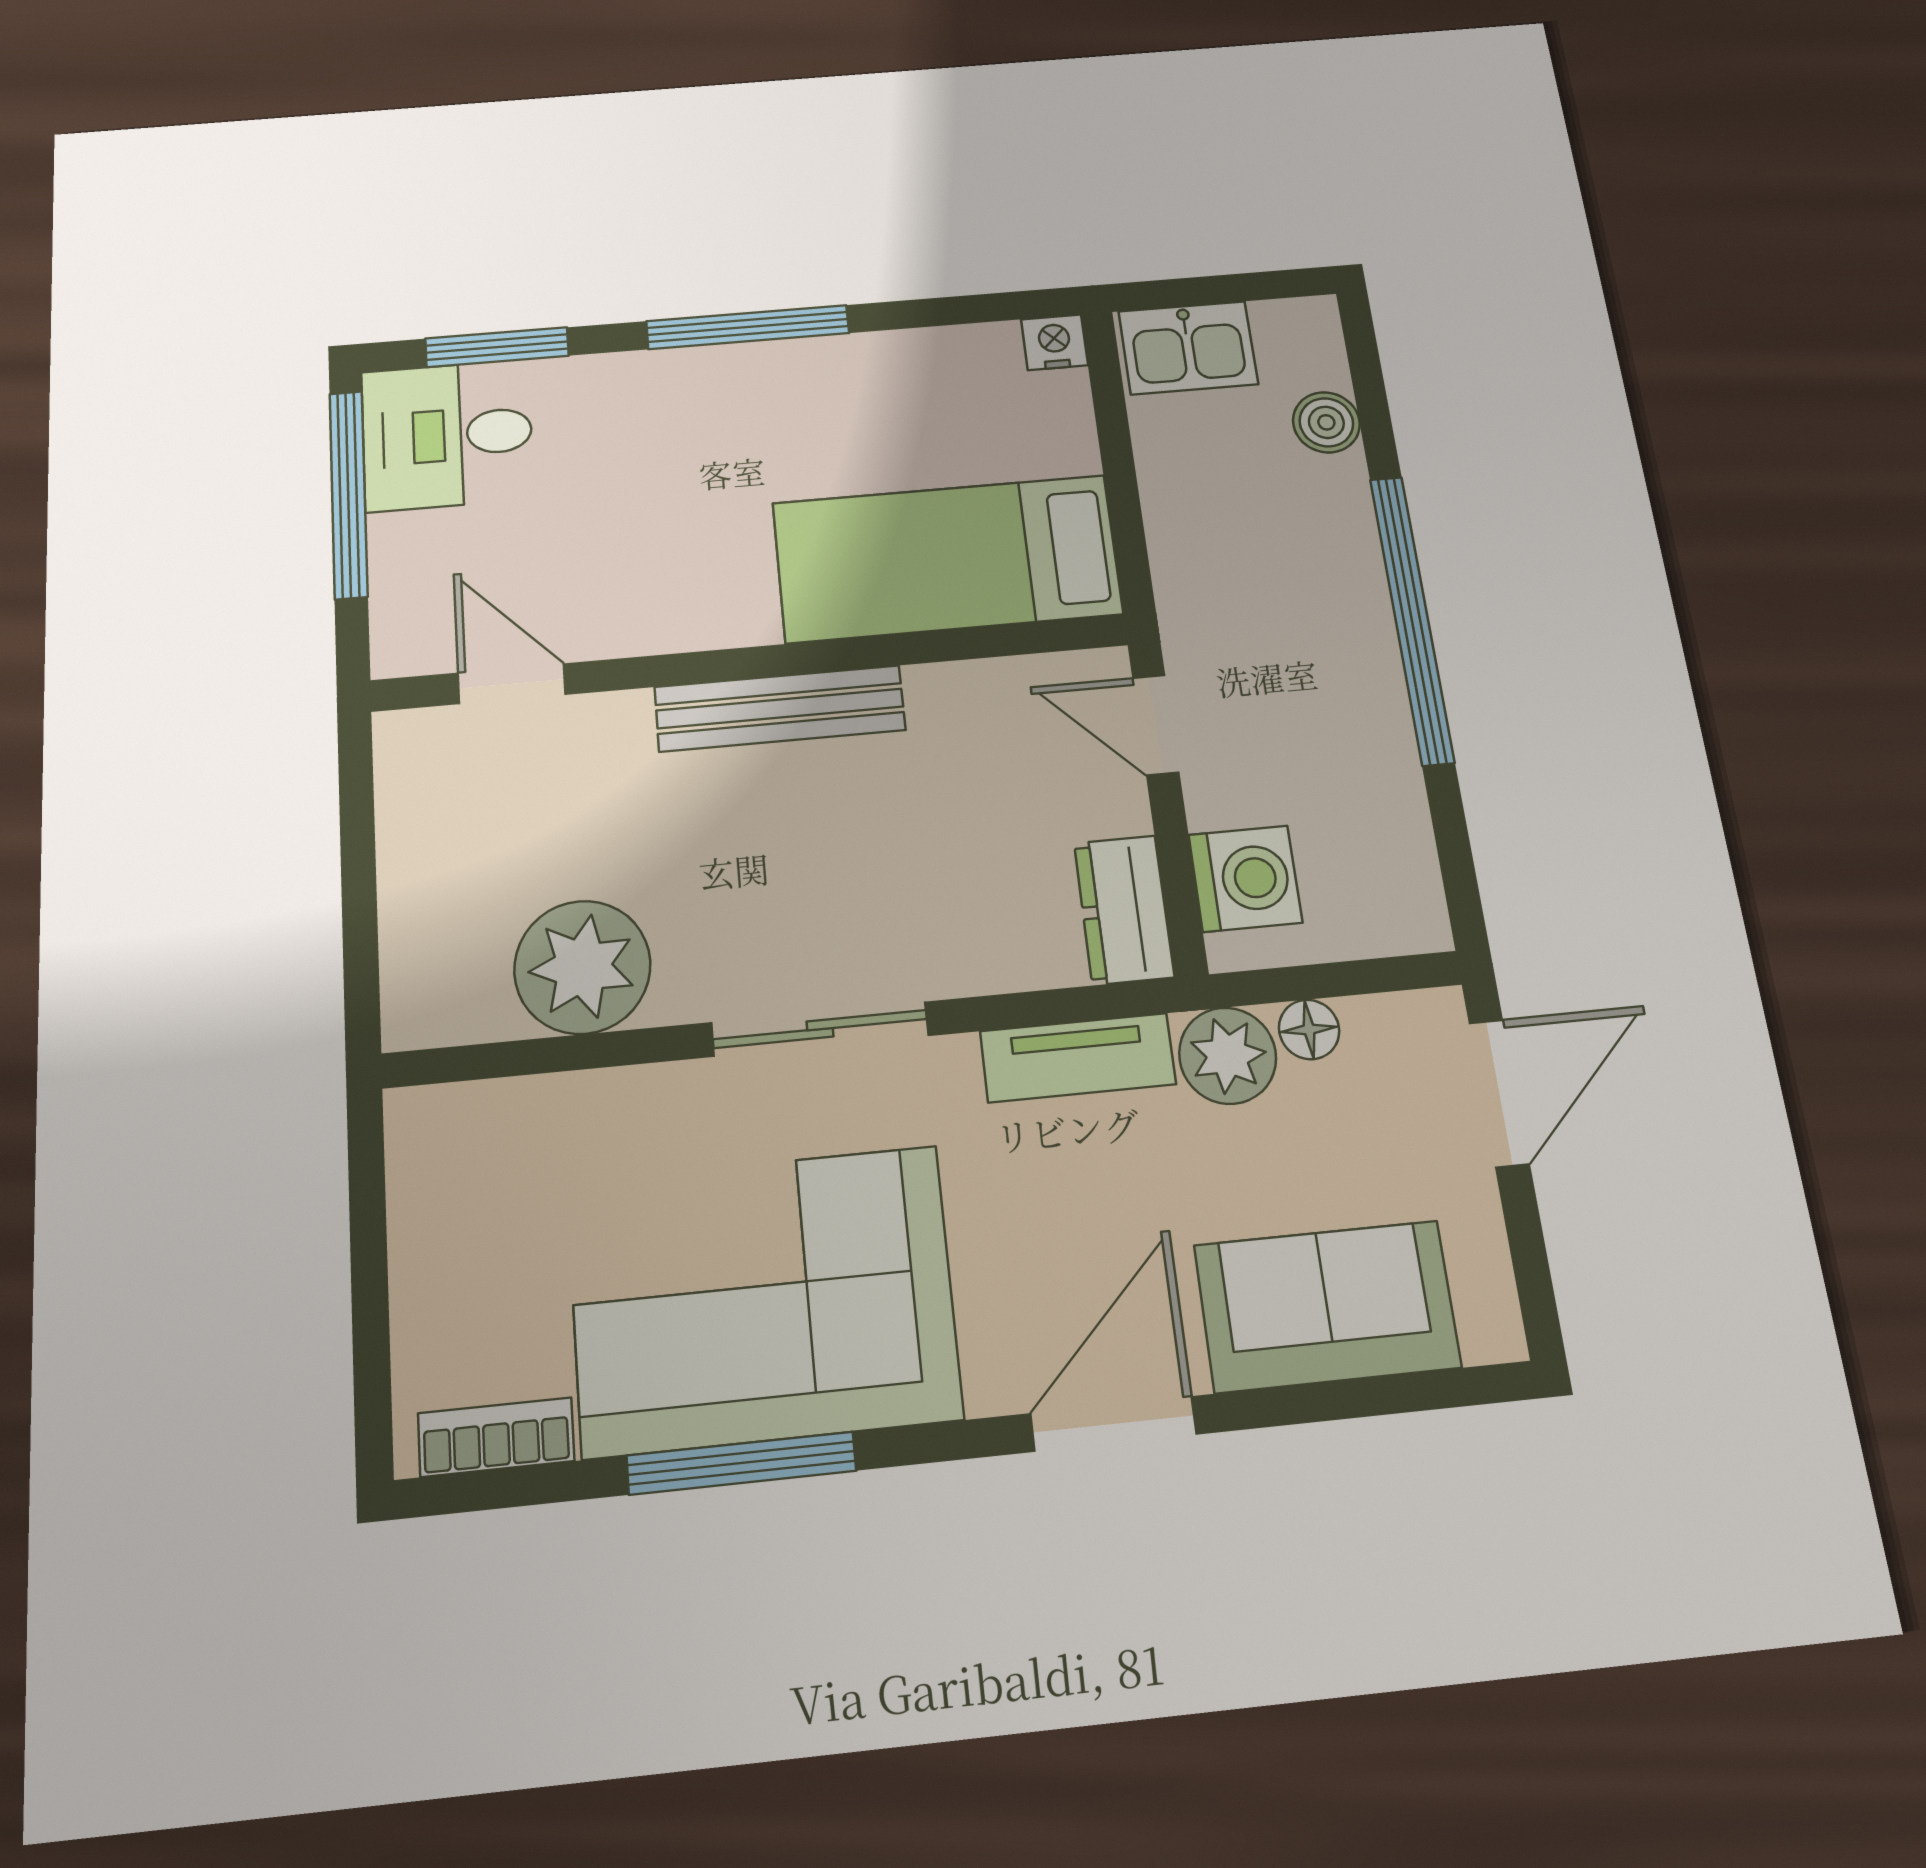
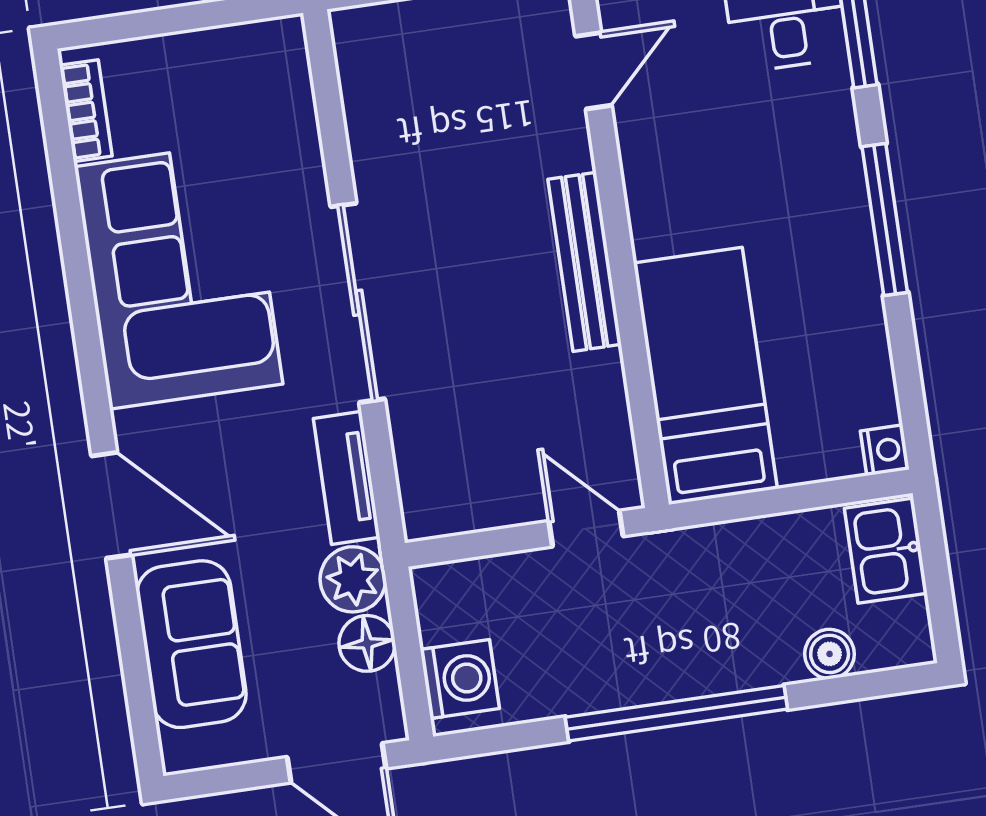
door: (1156, 725) -> (586, 529), hinge flipped
washing machine: (1245, 879) -> (460, 679), moved, turned -90
dresser: (1124, 910) -> (451, 508), removed
plant: (582, 967) -> (392, 139), removed
sliding door: (820, 1029) -> (358, 303), width x1.37
floor lamp: (1309, 1029) -> (367, 643), width x1.37, depth x1.37
window: (741, 1463) -> (77, 268), removed

